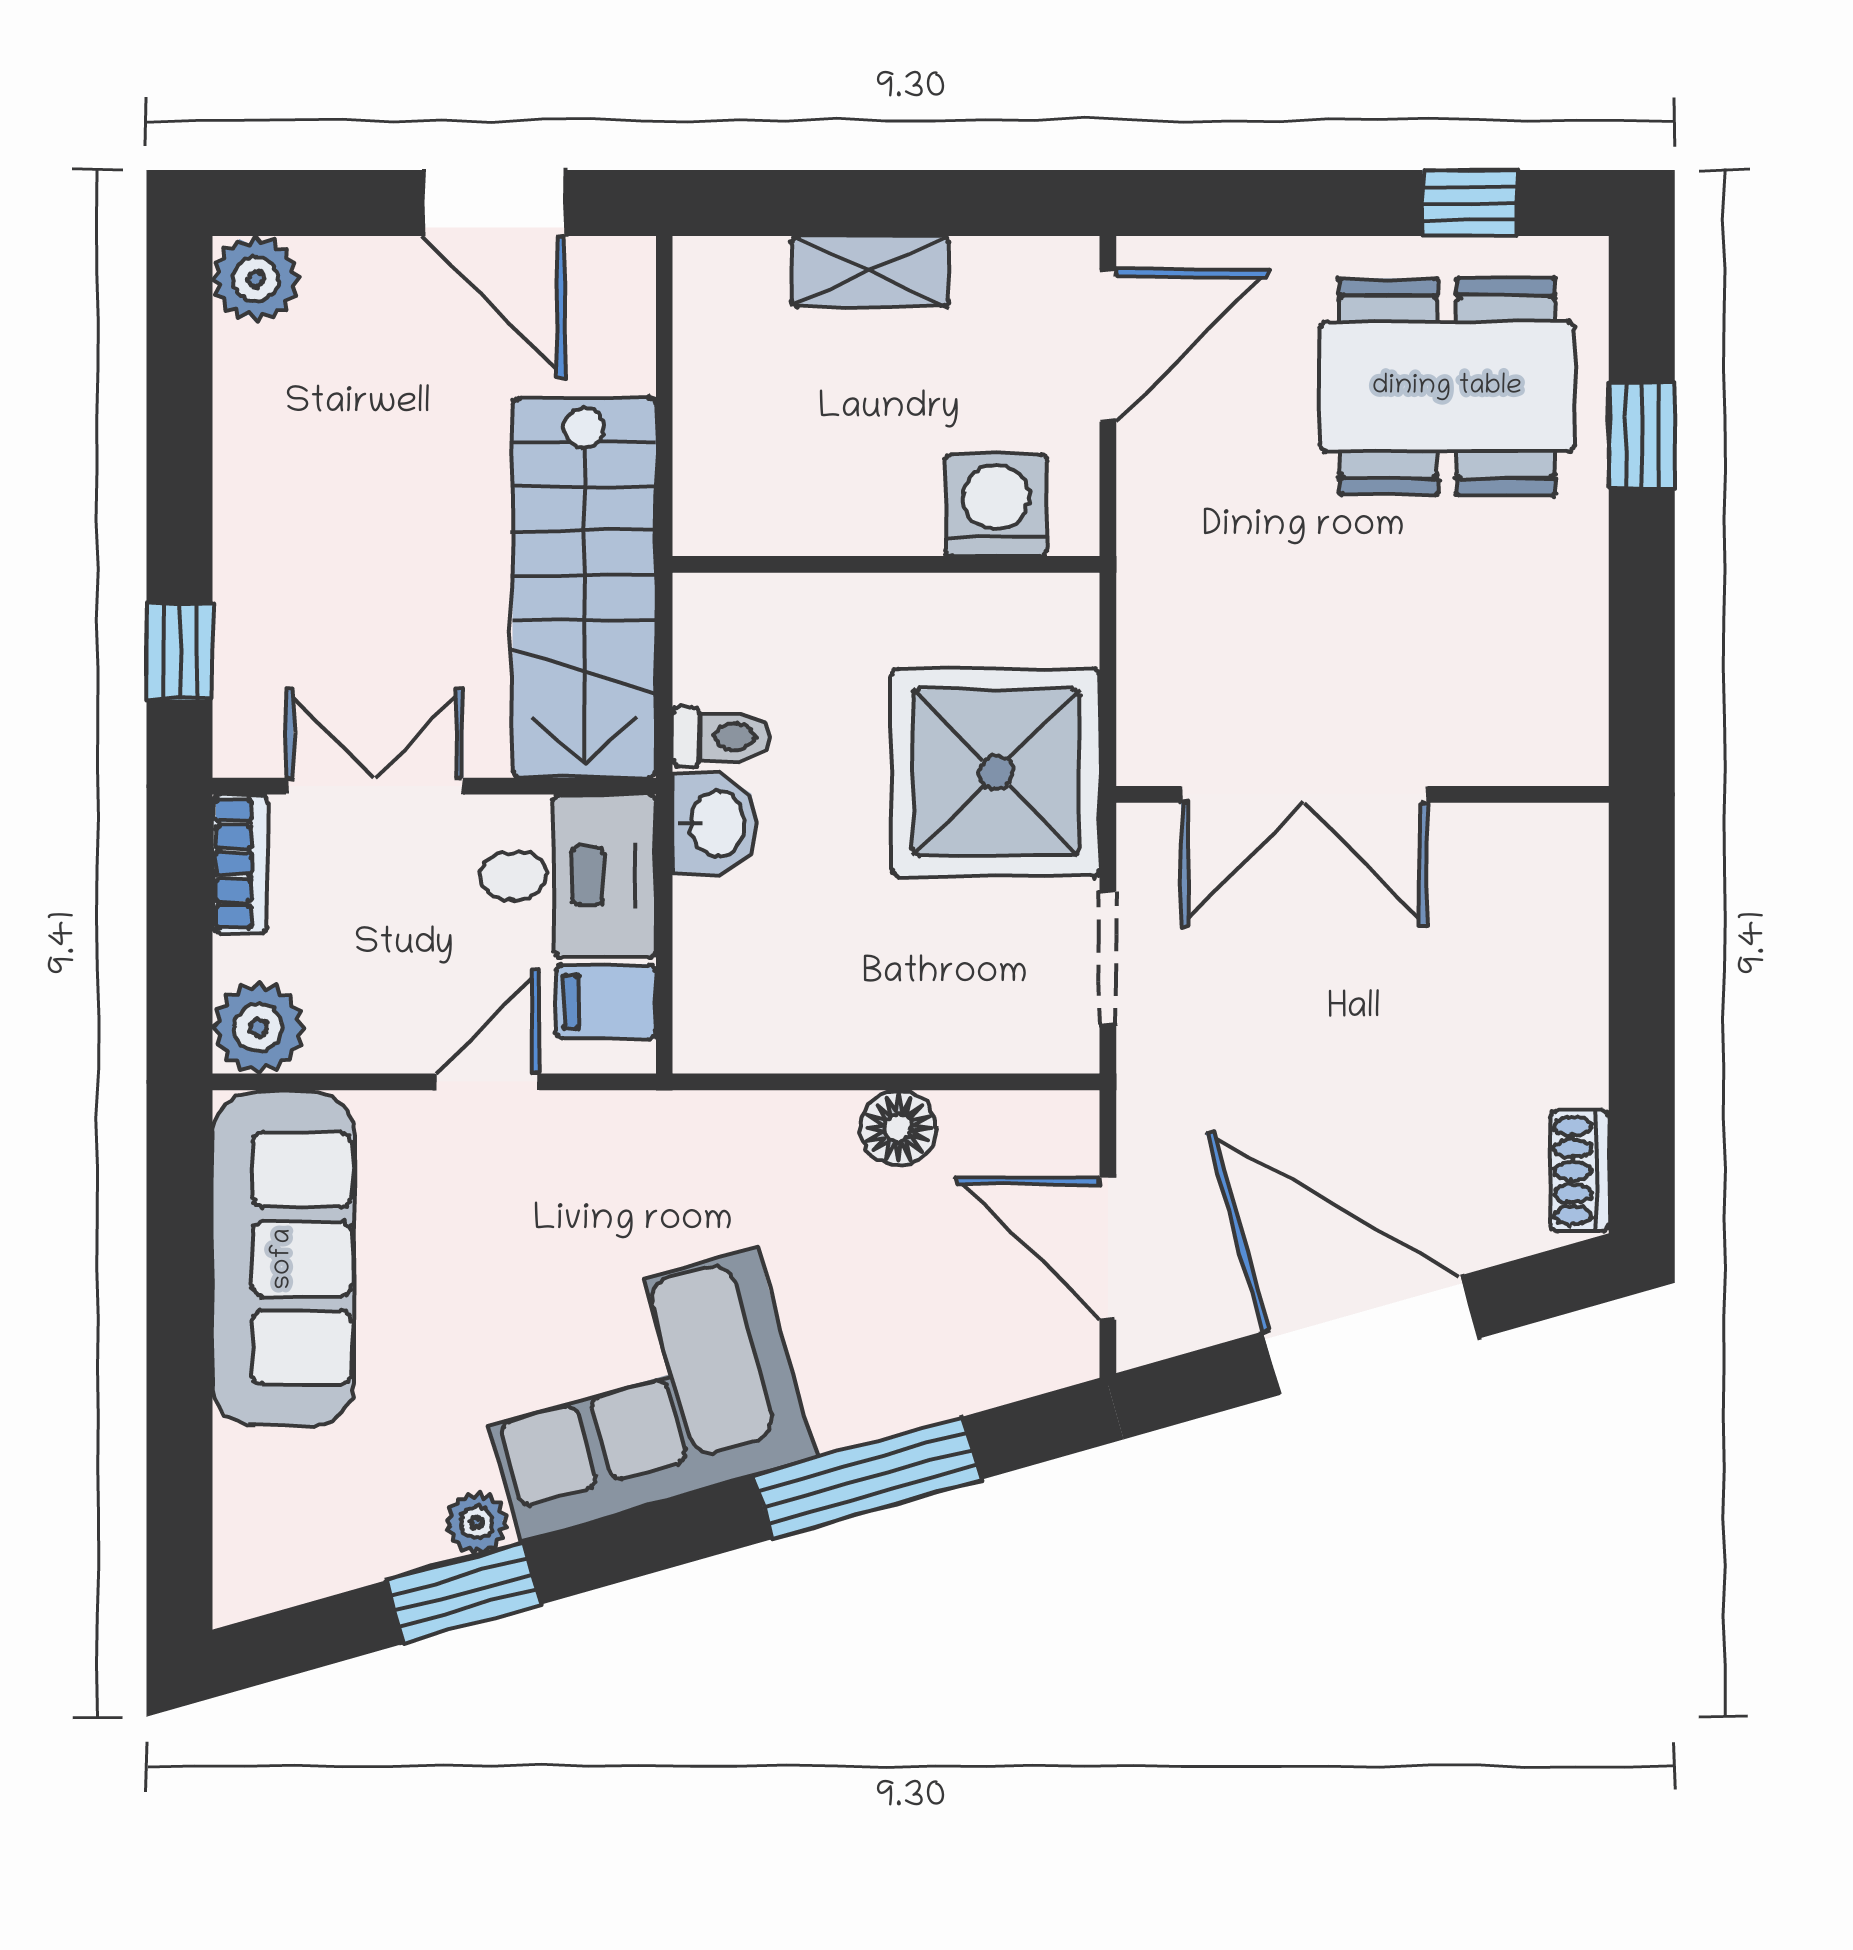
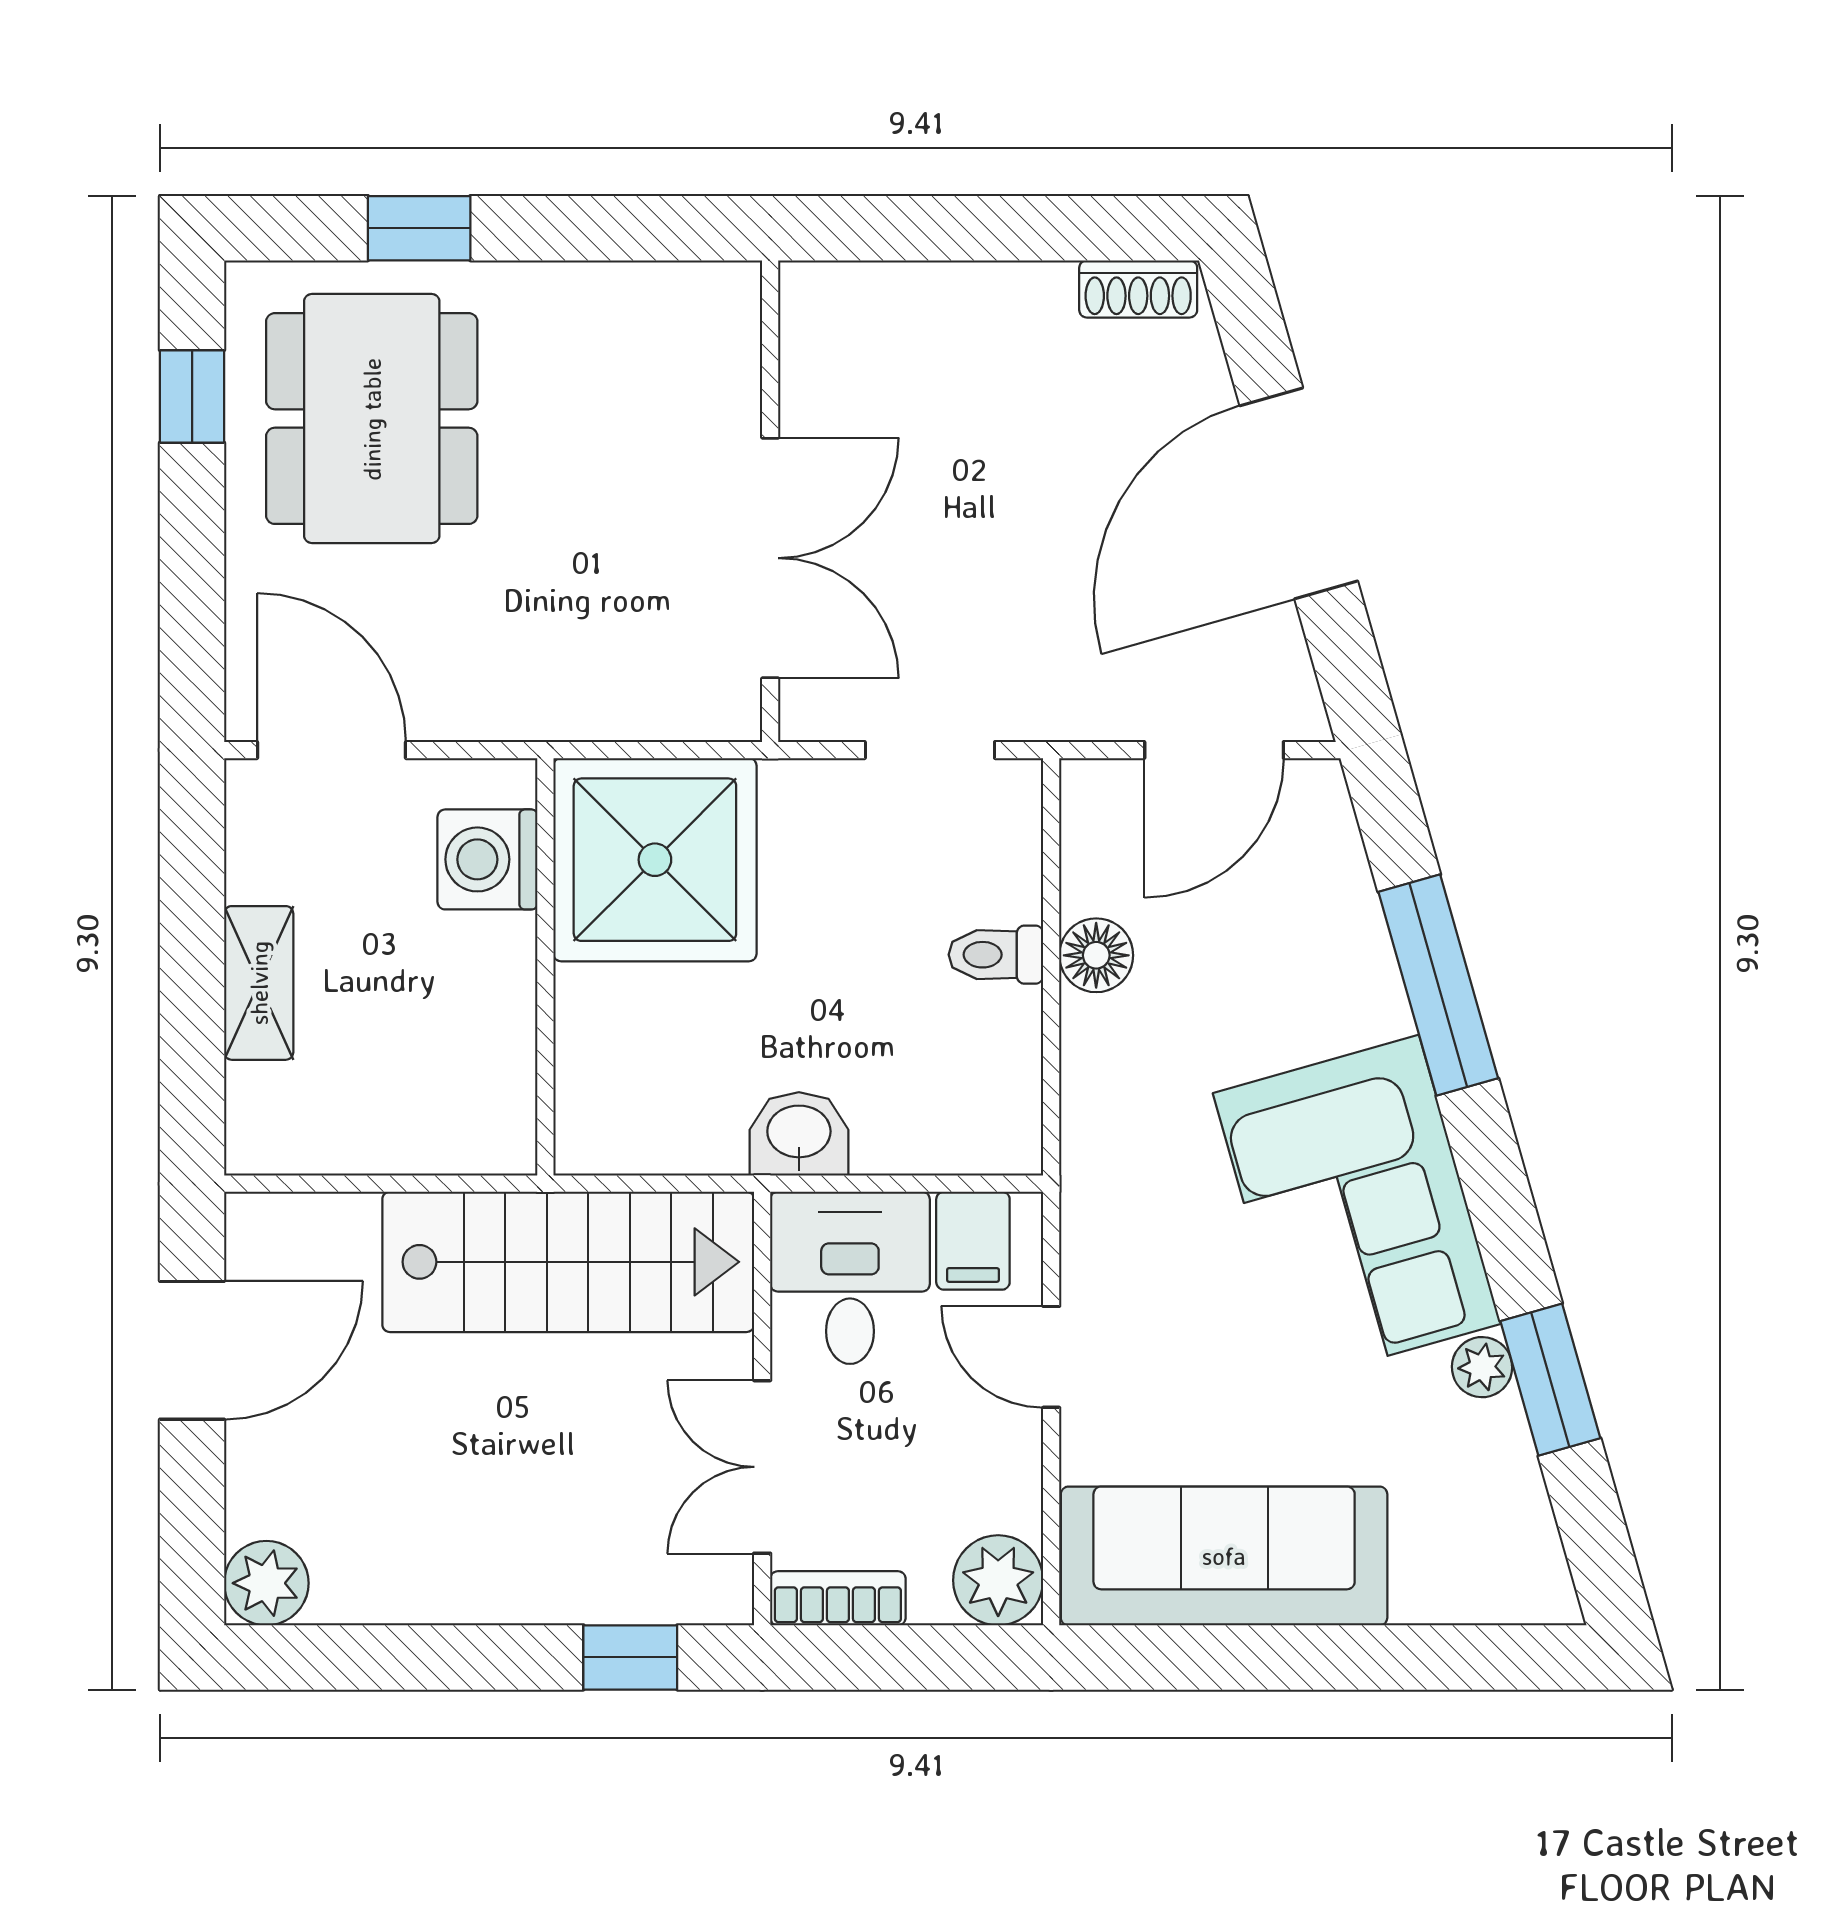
toilet: (721, 737) -> (996, 955), moved, turned -90
shower: (996, 772) -> (655, 860), moved

